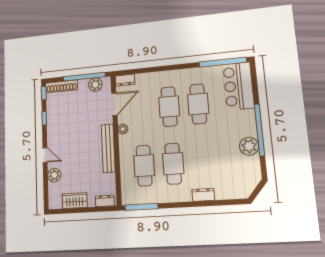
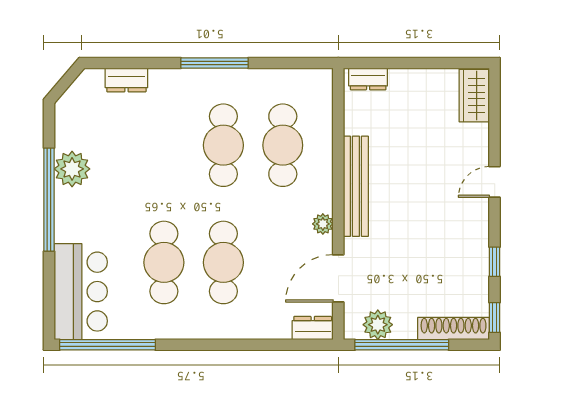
door: (45, 155) -> (495, 182), hinge flipped
plant: (54, 175) -> (475, 138), removed
dresser: (203, 195) -> (126, 80), moved
wardrobe: (75, 200) -> (474, 96), moved, turned 90
window: (141, 207) -> (215, 63), moved

